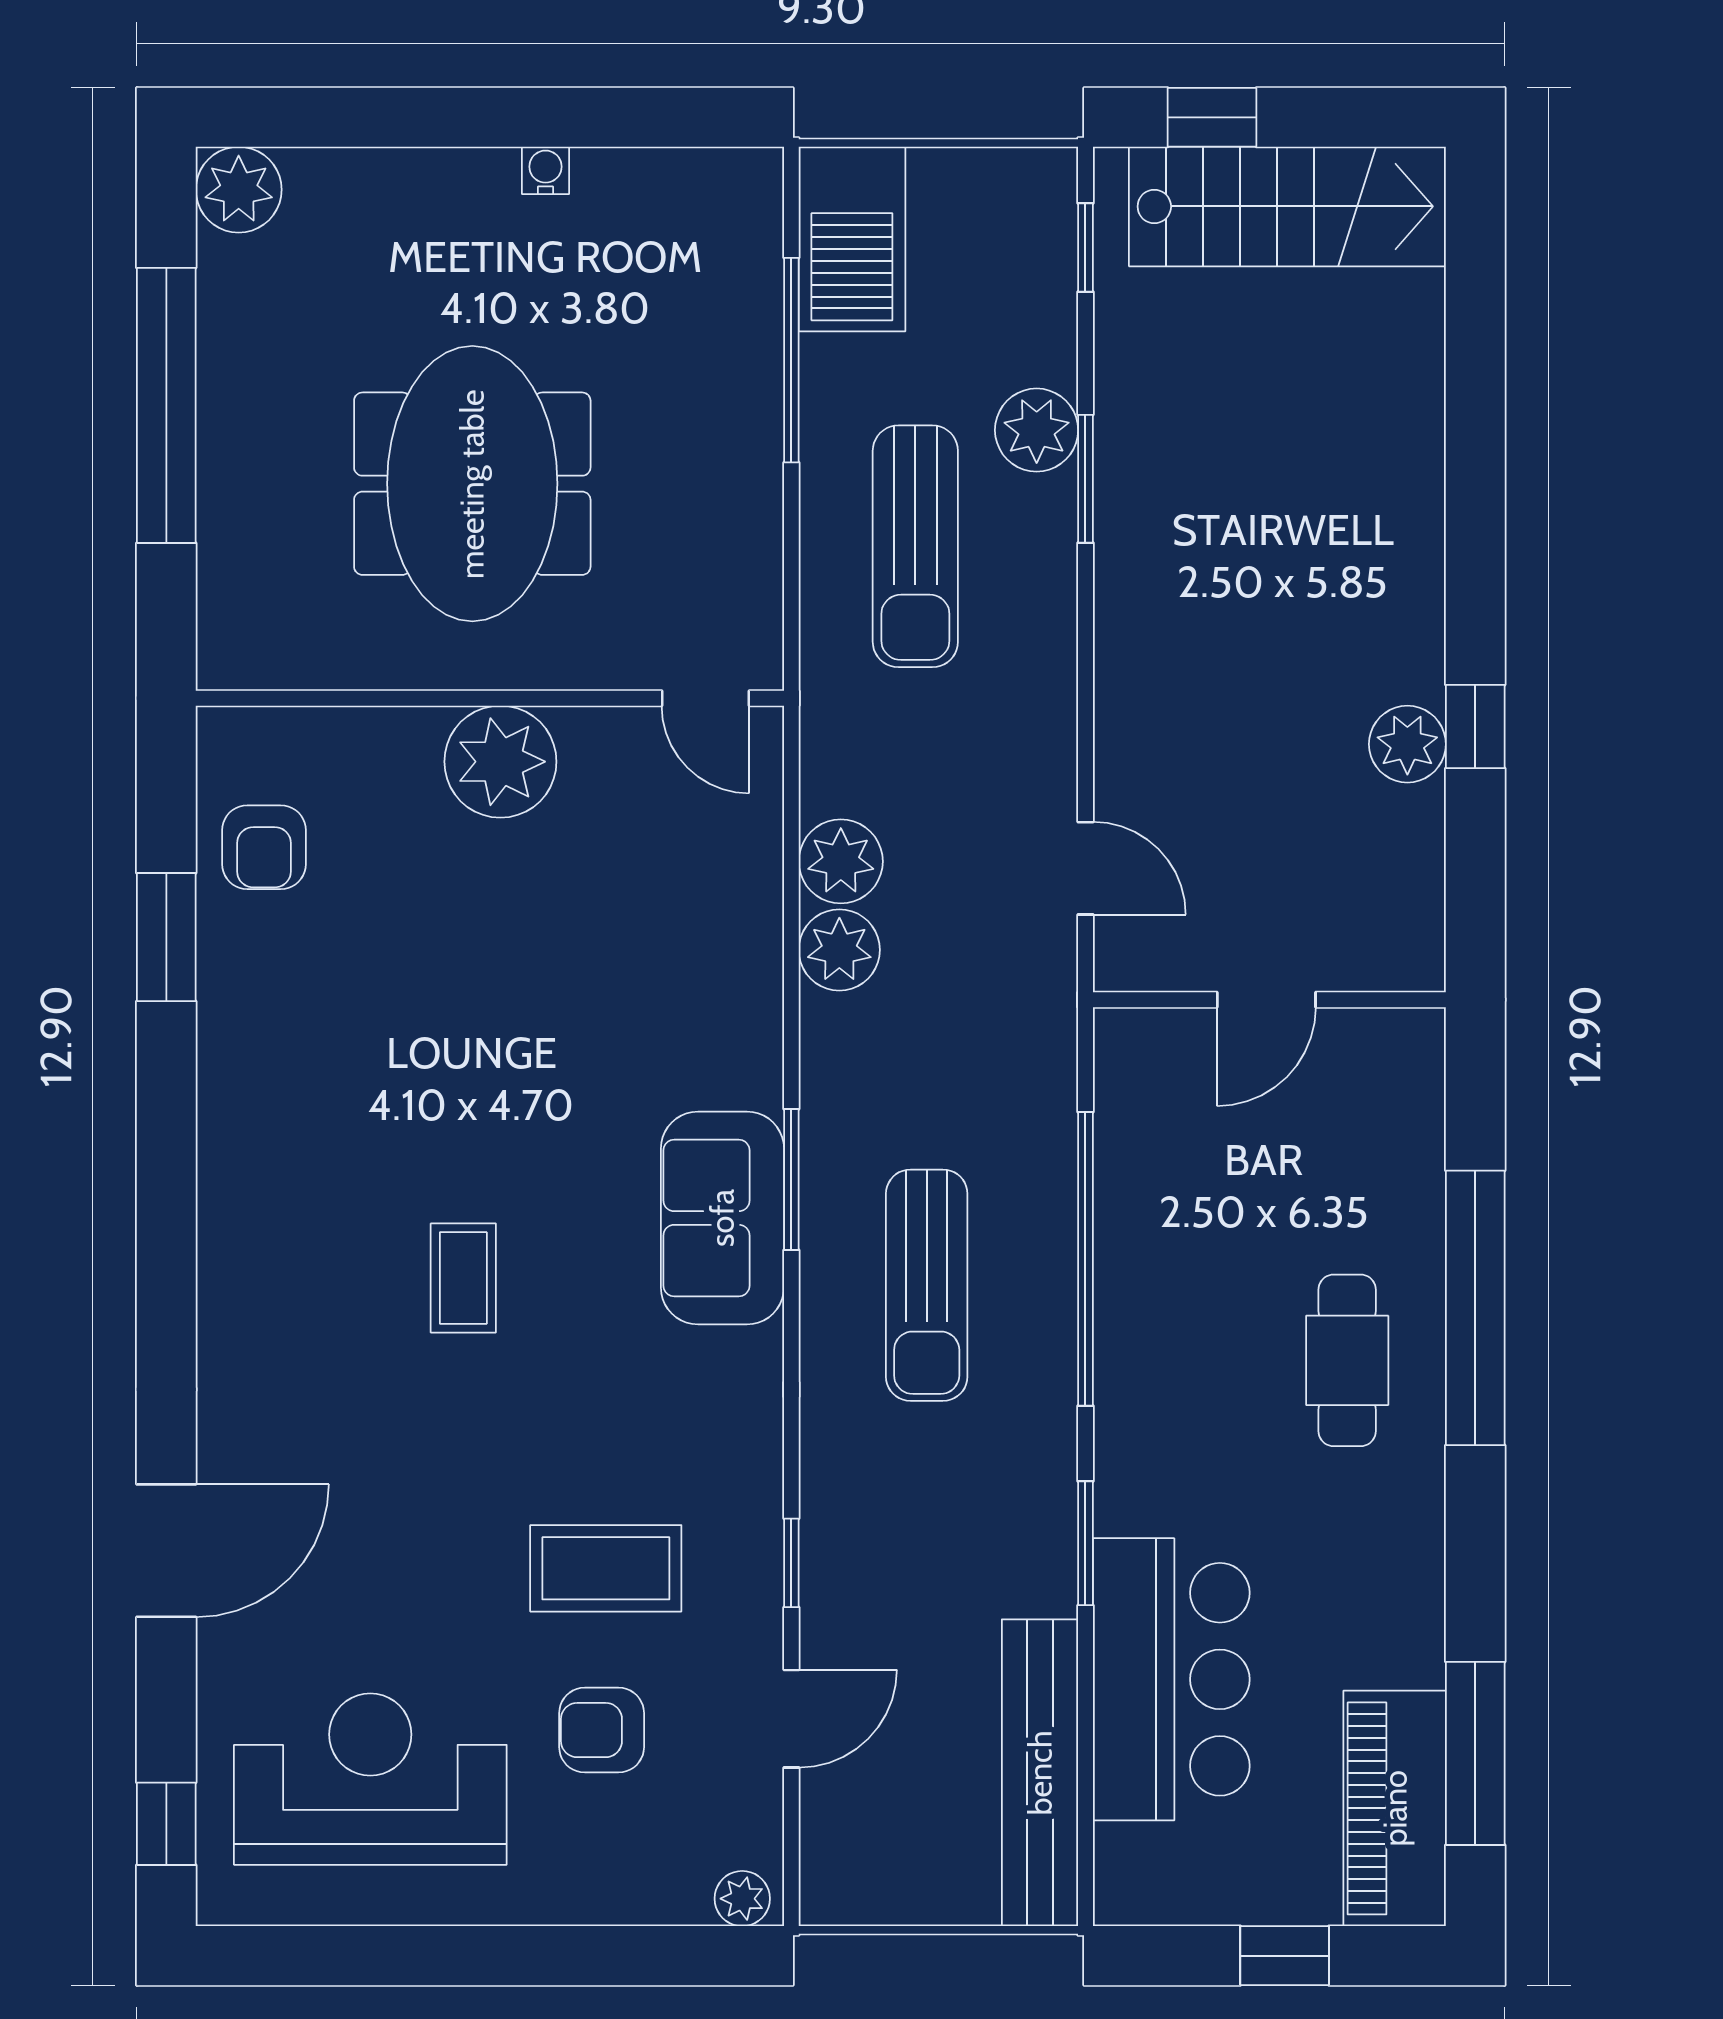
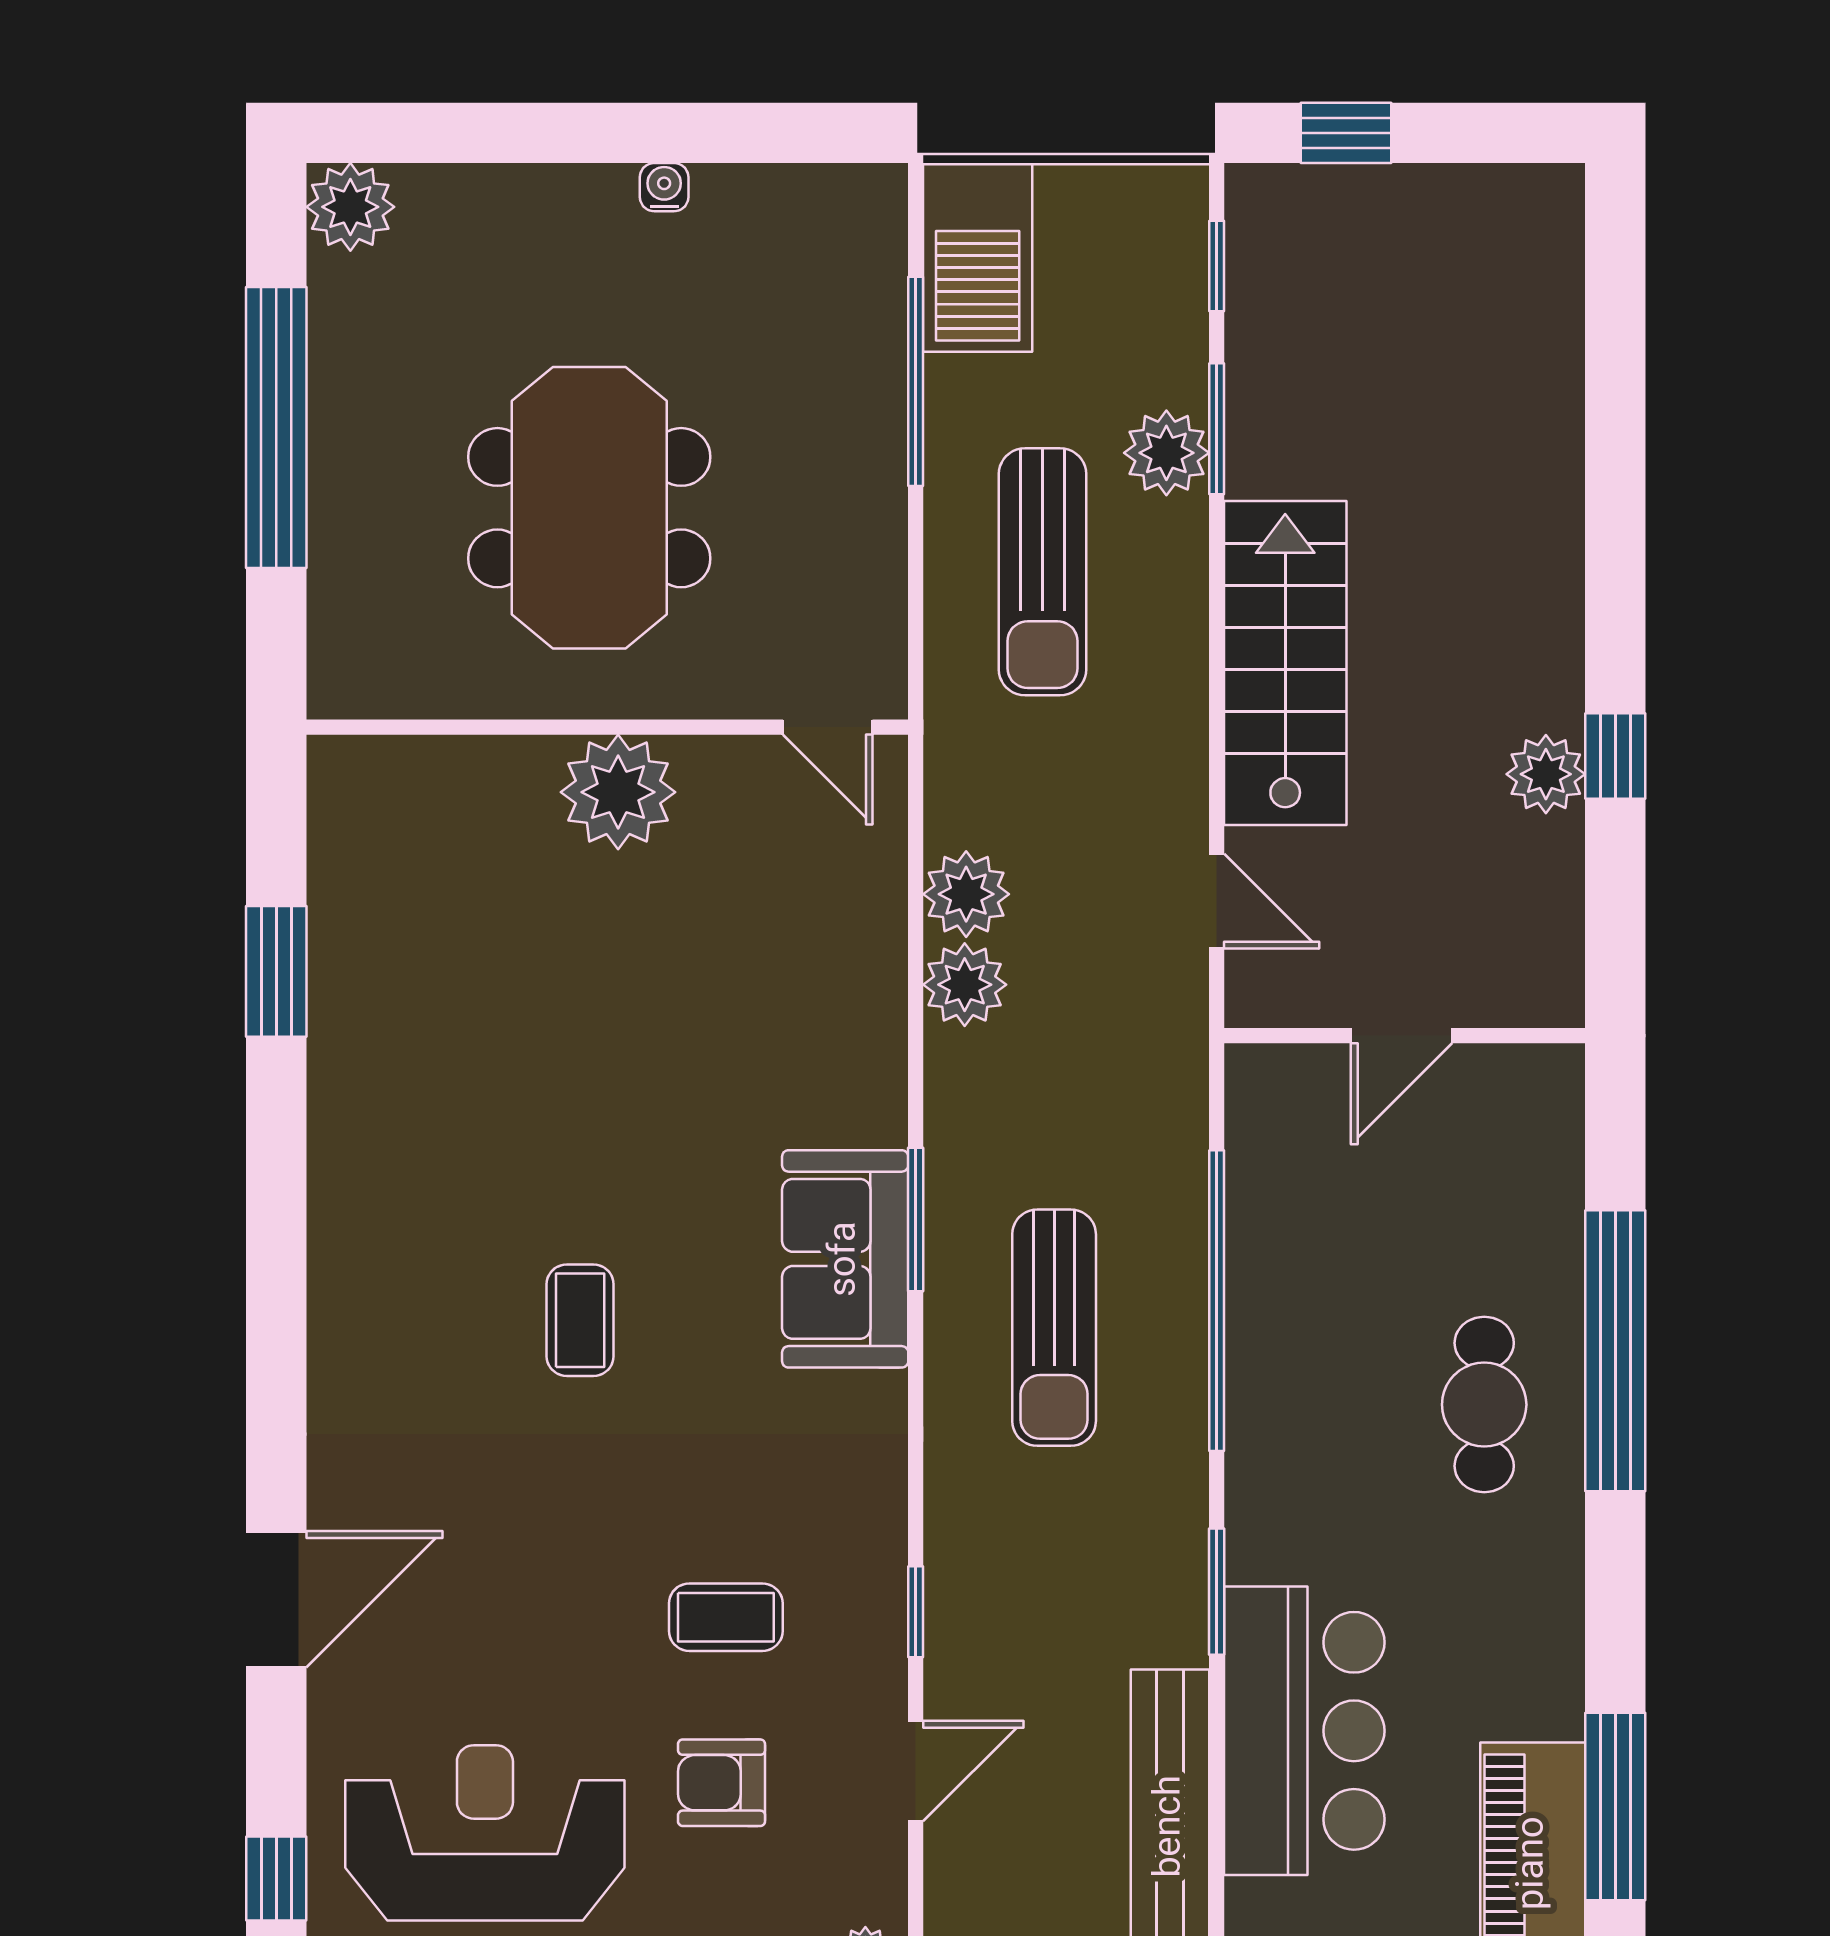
stairs: (1287, 206) -> (1285, 663), moved, turned -90
window: (1085, 479) -> (1217, 429), moved
armchair: (264, 847) -> (376, 880), removed
coffee table: (606, 1568) -> (726, 1617), width x0.73, depth x0.77

